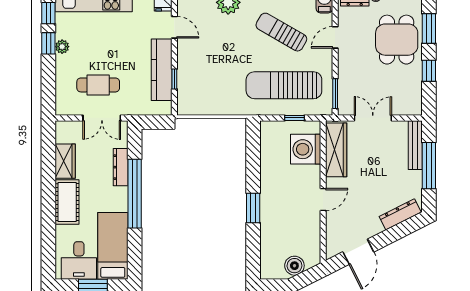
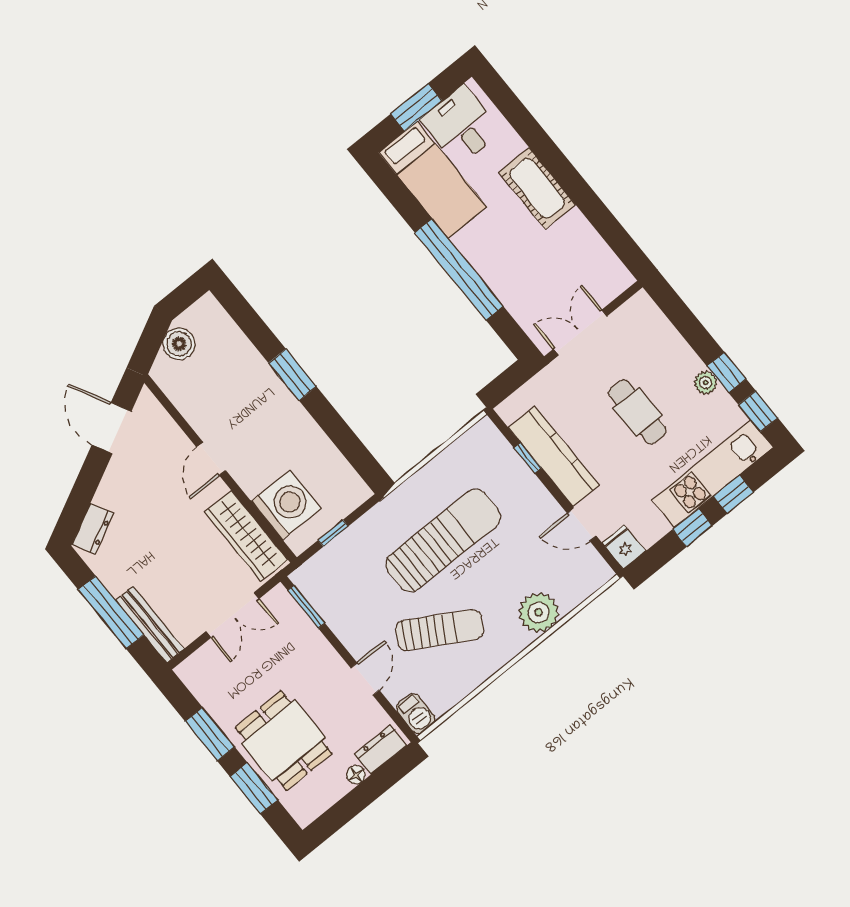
window: (429, 71) -> (210, 734), width x1.50
cafe table: (98, 85) -> (637, 412), moved, turned 90
sun lounger: (284, 85) -> (443, 540), moved
wardrobe: (65, 161) -> (582, 239), removed
dresser: (121, 167) -> (505, 289), removed
dresser: (400, 214) -> (93, 529), width x0.70

